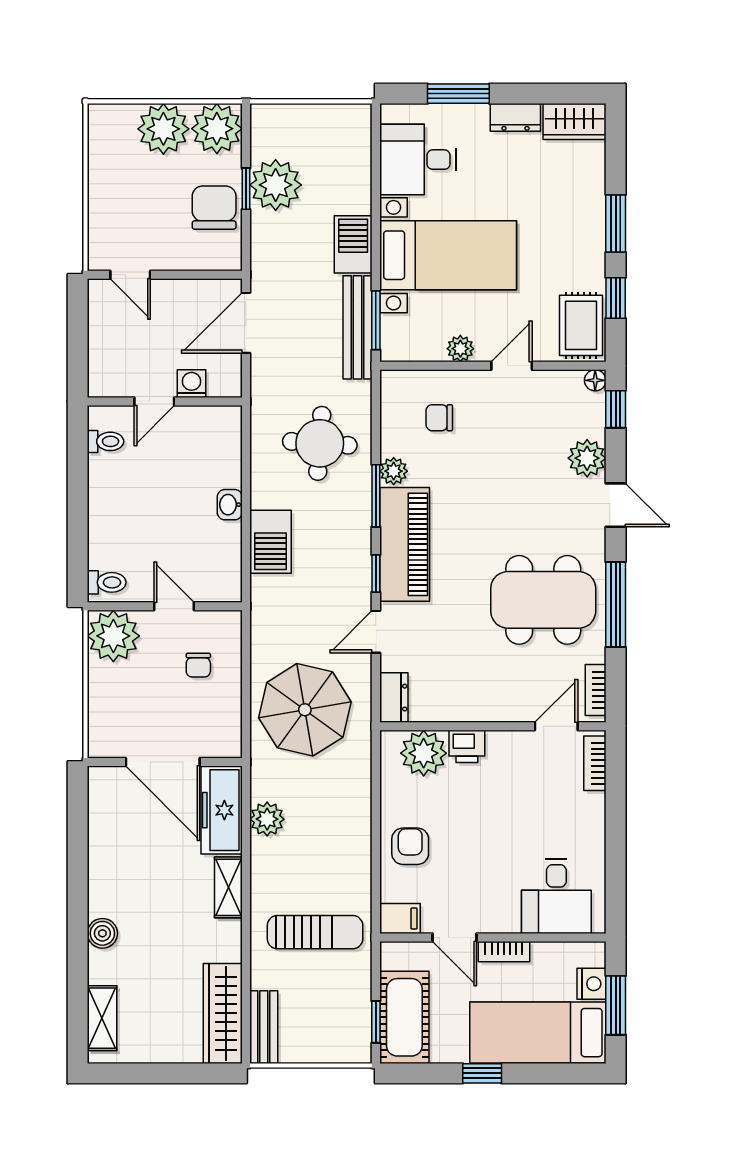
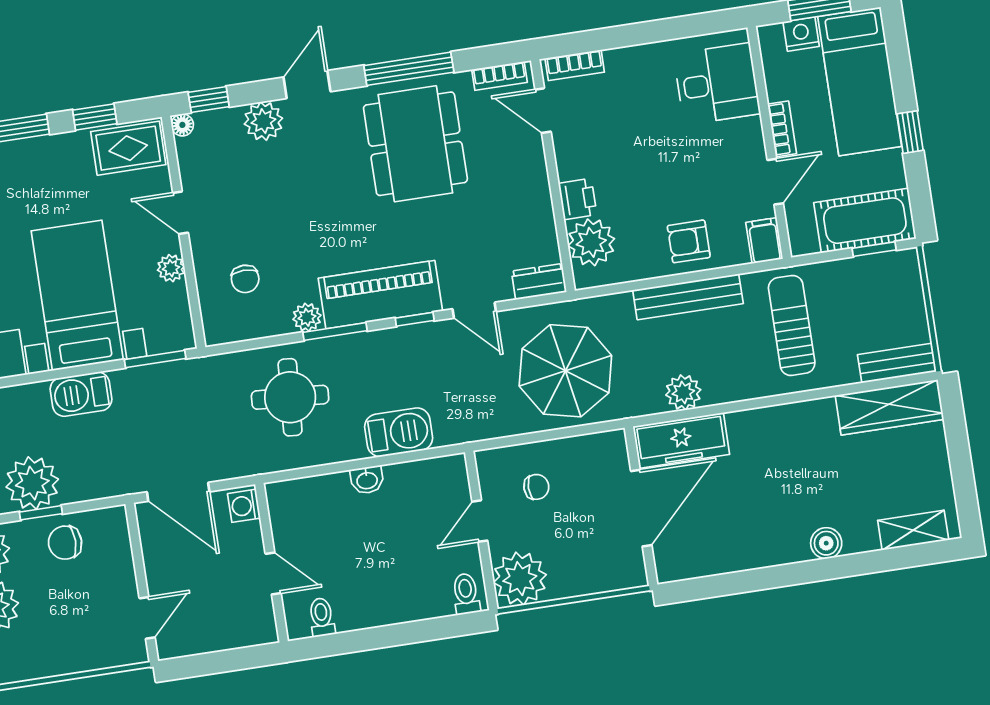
chair: (214, 208) -> (65, 543), width x0.73, depth x0.73
bench: (357, 327) -> (688, 297), moved
washing machine: (191, 384) -> (244, 506), moved
shelving: (228, 887) -> (759, 421), removed

